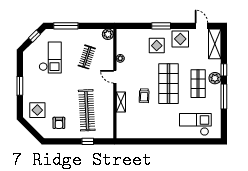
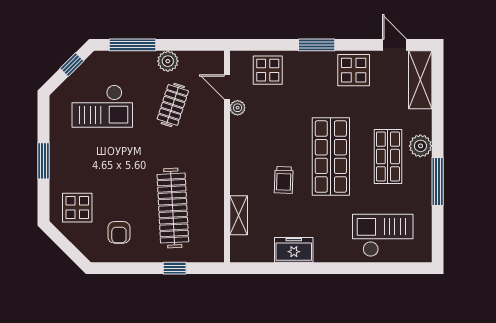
plant: (108, 34) -> (168, 61), moved
display table: (157, 46) -> (268, 70), moved
checkout: (50, 58) -> (102, 106), turned 90
window: (224, 70) -> (438, 130), removed
door: (115, 77) -> (227, 87), moved
shelving: (121, 102) -> (239, 215), moved
freezer: (149, 132) -> (294, 250), added

